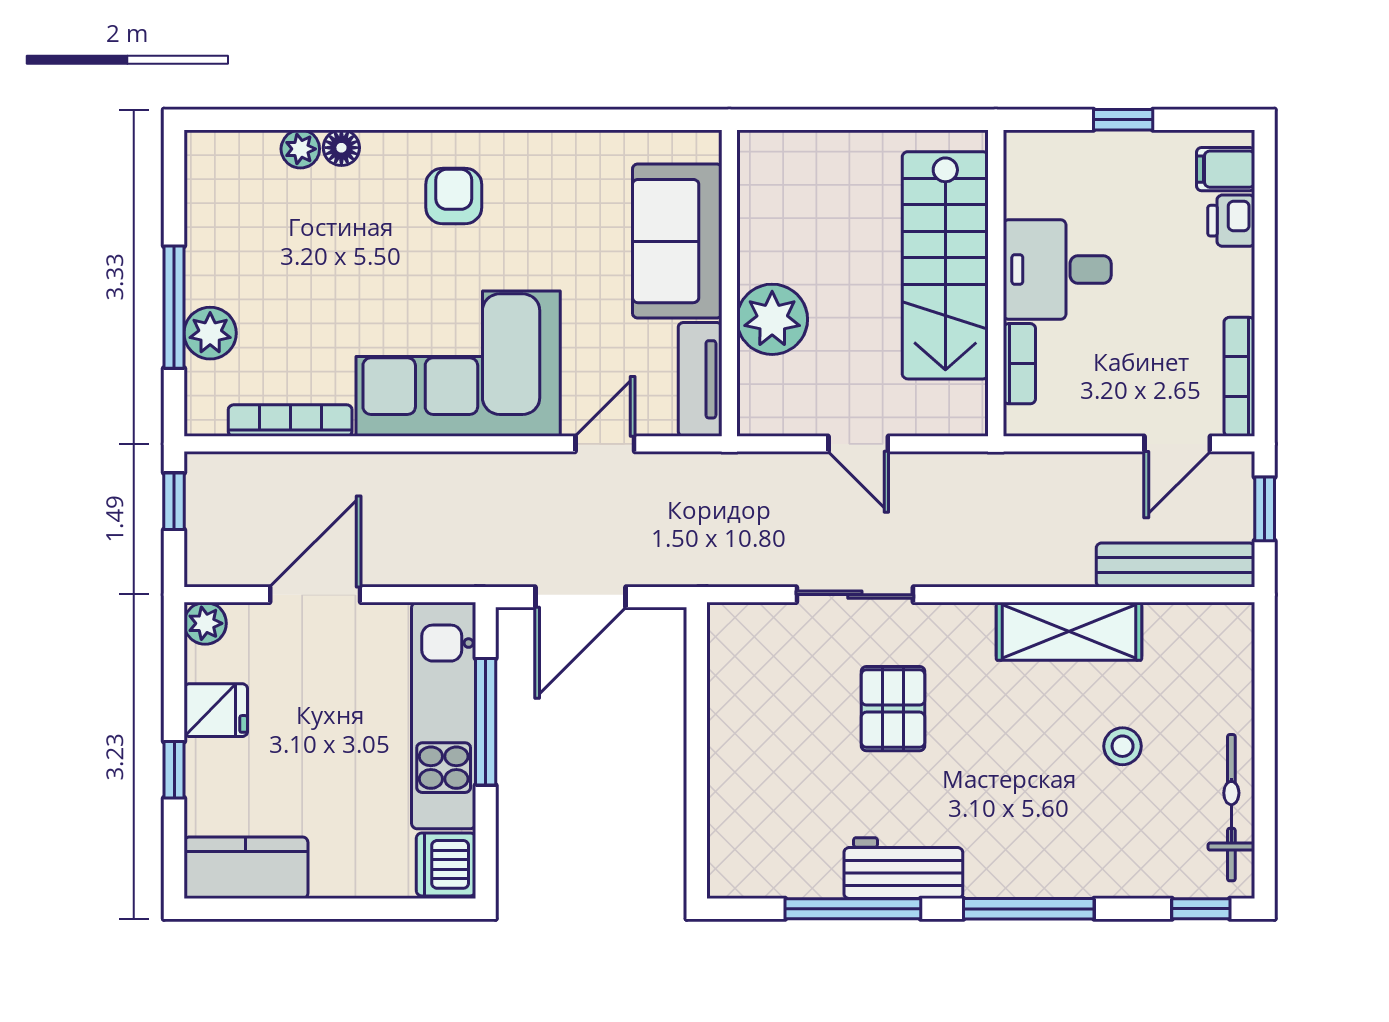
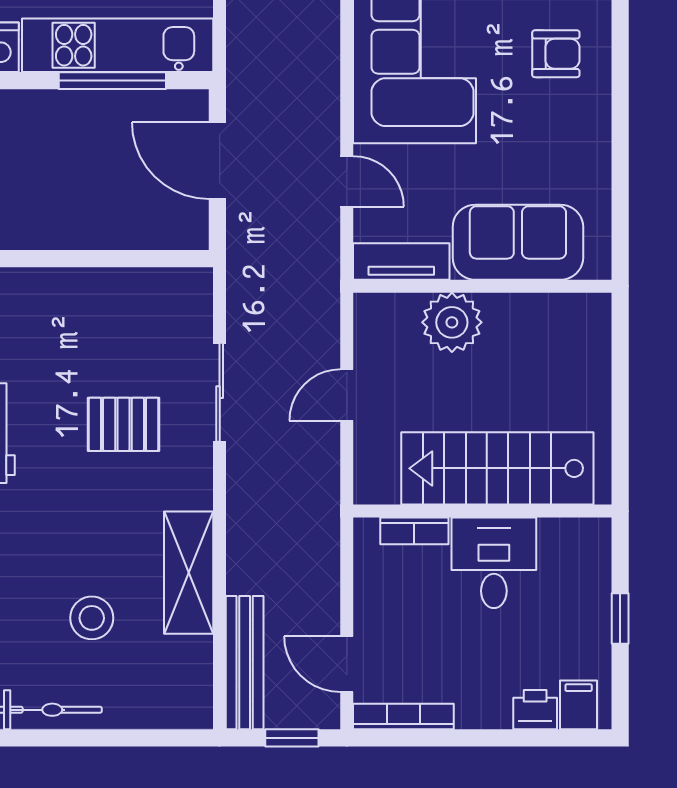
stool: (1123, 746) -> (92, 618), width x1.37, depth x1.37

